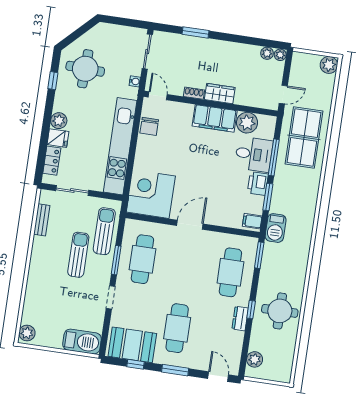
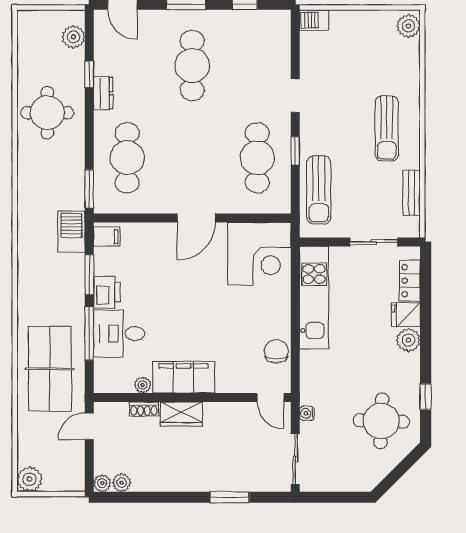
shoe rack: (194, 93) -> (144, 409), moved
plant: (247, 123) -> (143, 385), width x0.53, depth x0.53
kitchen unit: (120, 146) -> (314, 298), width x0.73
sun lounger: (78, 255) -> (387, 128), moved
window: (116, 260) -> (295, 151), width x0.67
window: (251, 310) -> (89, 74), moved
barbecue: (82, 342) -> (314, 20), width x0.53, depth x0.65
booth: (132, 345) -> (254, 32), removed

